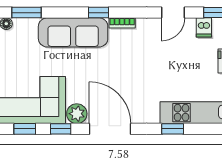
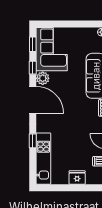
door: (110, 129) -> (33, 100), hinge flipped

